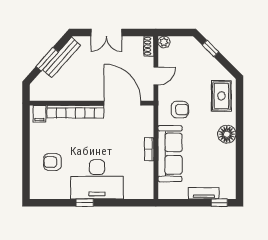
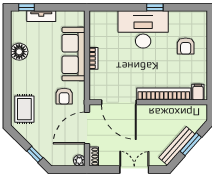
door: (156, 76) -> (87, 128), width x1.87
armchair: (180, 110) -> (64, 96), turned -90
floor lamp: (227, 134) -> (19, 52), moved
armchair: (52, 162) -> (186, 46), turned 90

